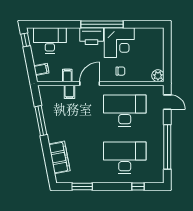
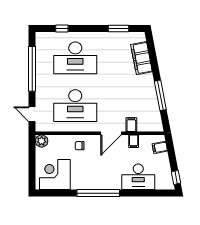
printer: (92, 36) -> (109, 181), removed
desk: (50, 40) -> (138, 177), moved
corner desk: (119, 43) -> (55, 174), moved

